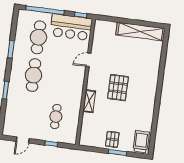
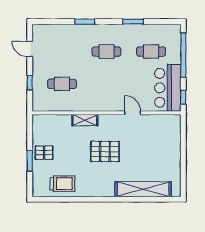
shelving: (140, 32) -> (143, 189), moved, turned 90
cafe table: (38, 37) -> (151, 52), width x0.73, depth x0.74
cafe table: (33, 75) -> (107, 52), width x0.73, depth x0.74
trolley: (141, 142) -> (63, 184), moved

